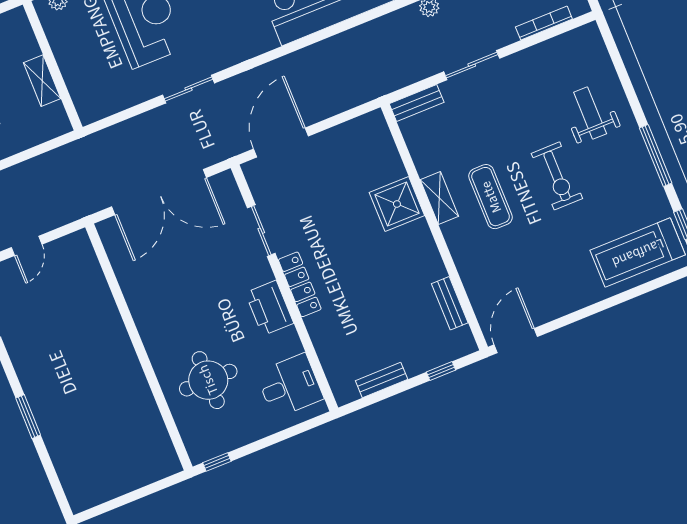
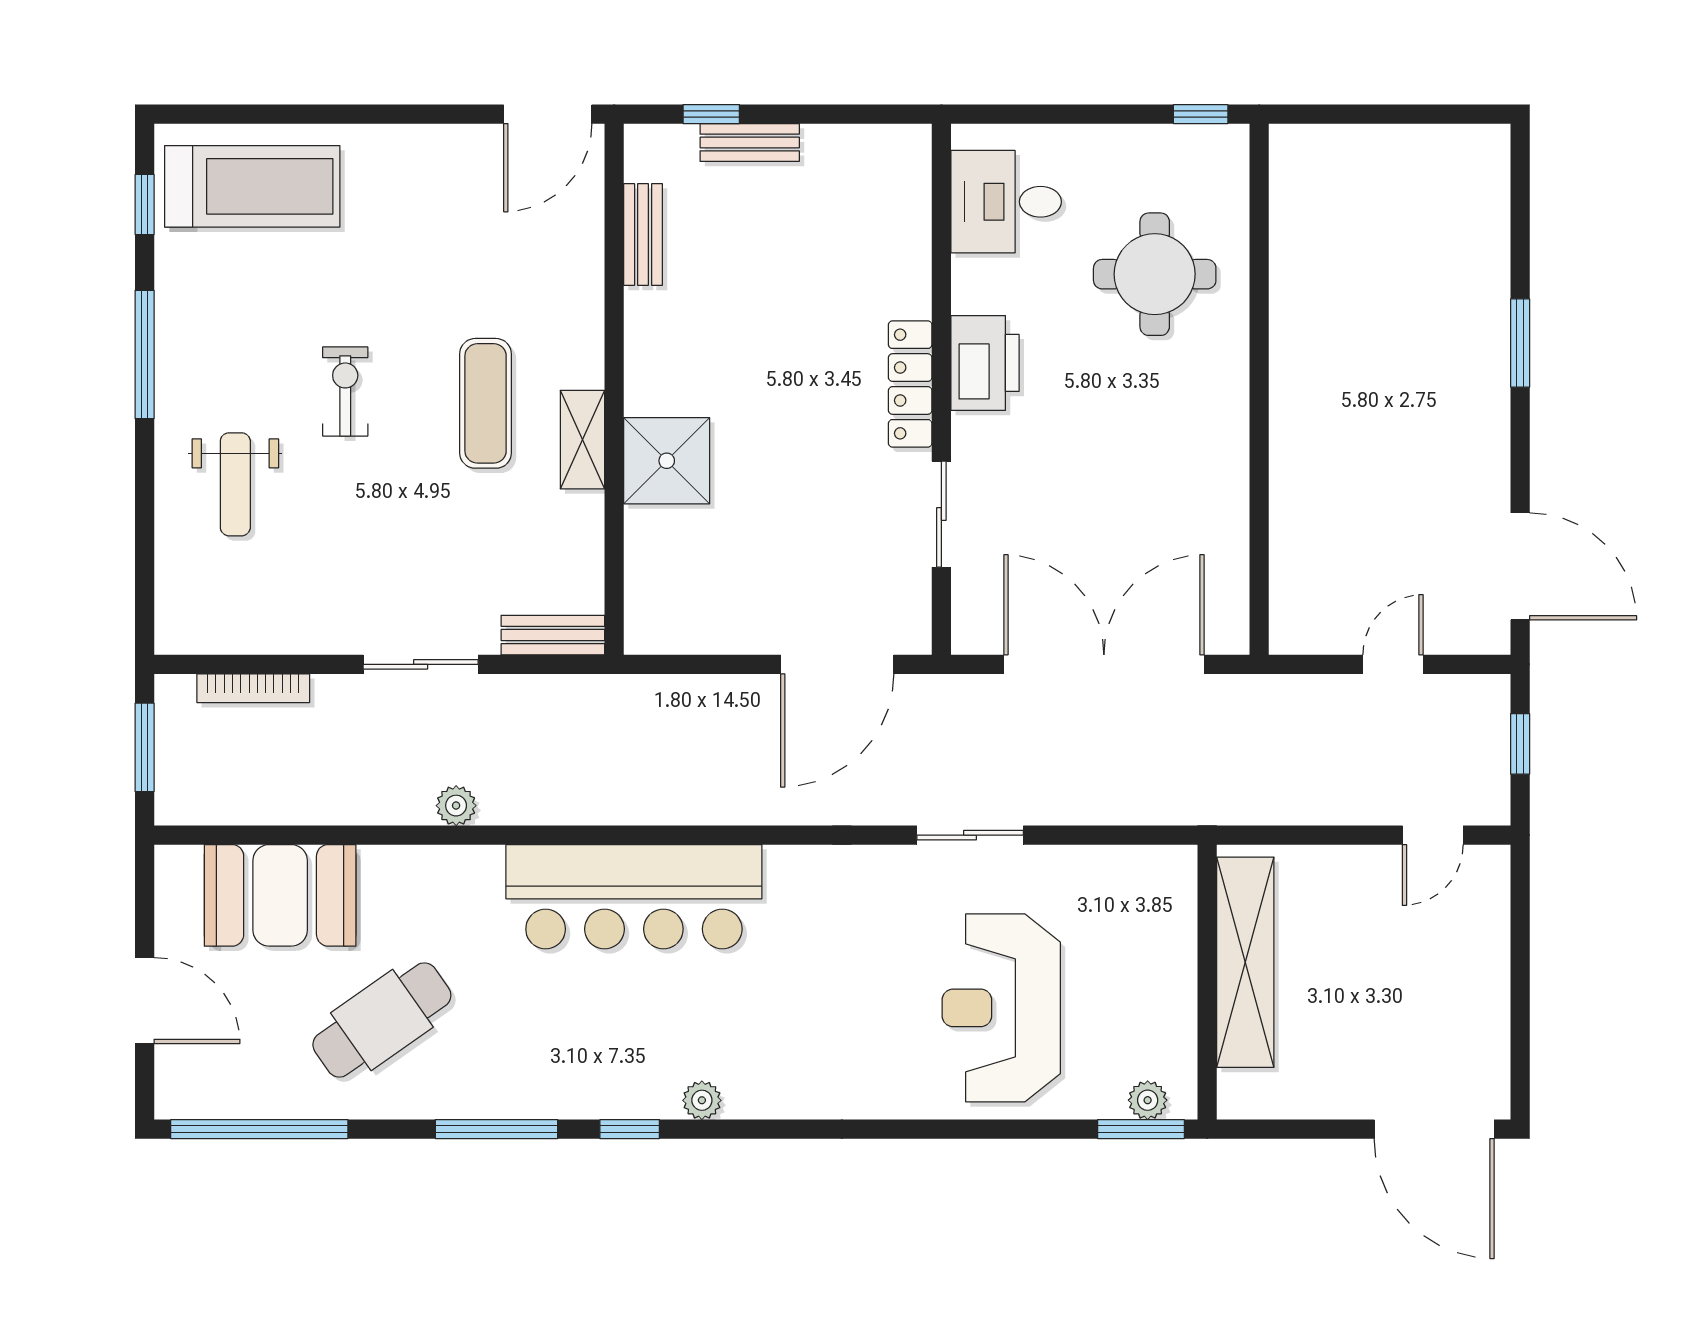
shelving: (42, 81) -> (1245, 962), width x2.20, depth x1.33
exercise bike: (557, 176) -> (345, 391), width x0.73, depth x0.72
bench: (382, 380) -> (750, 142), moved

